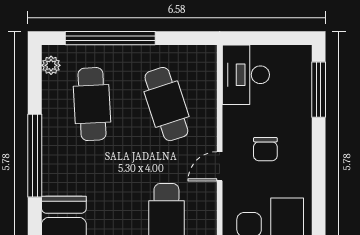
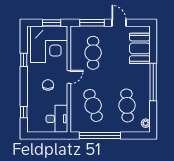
window: (110, 38) -> (100, 136), moved
window: (319, 90) -> (24, 112), width x0.46
window: (319, 204) -> (24, 60), added

